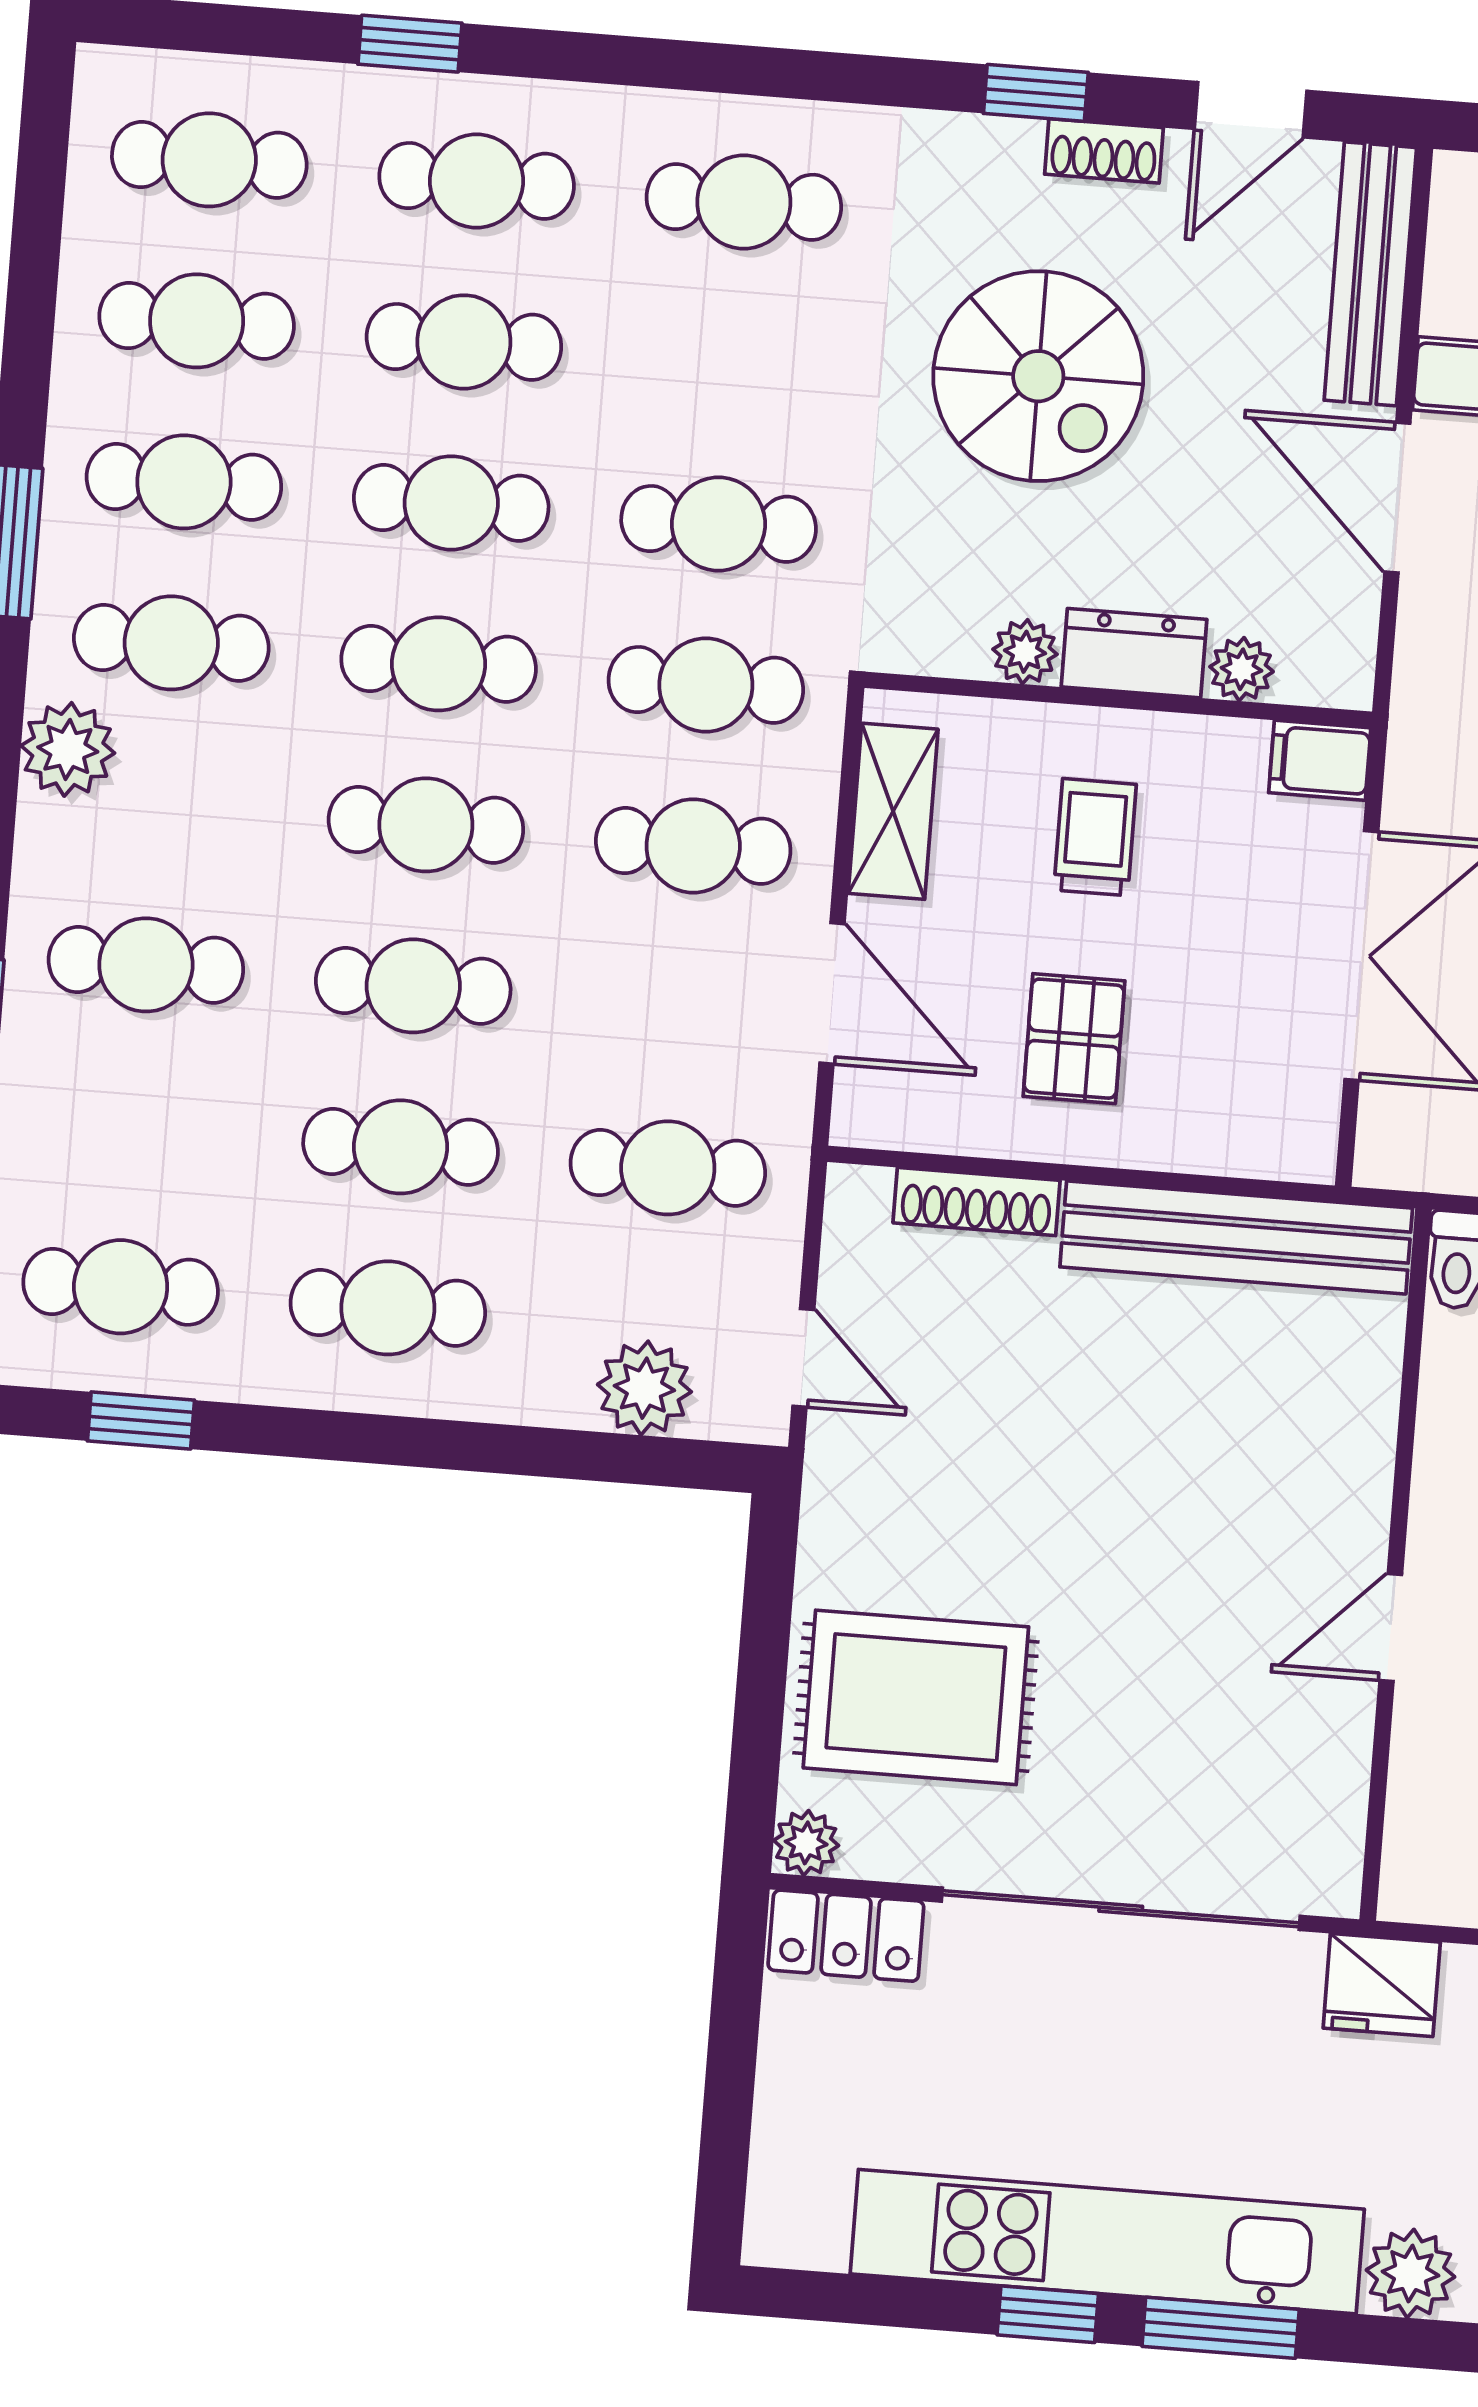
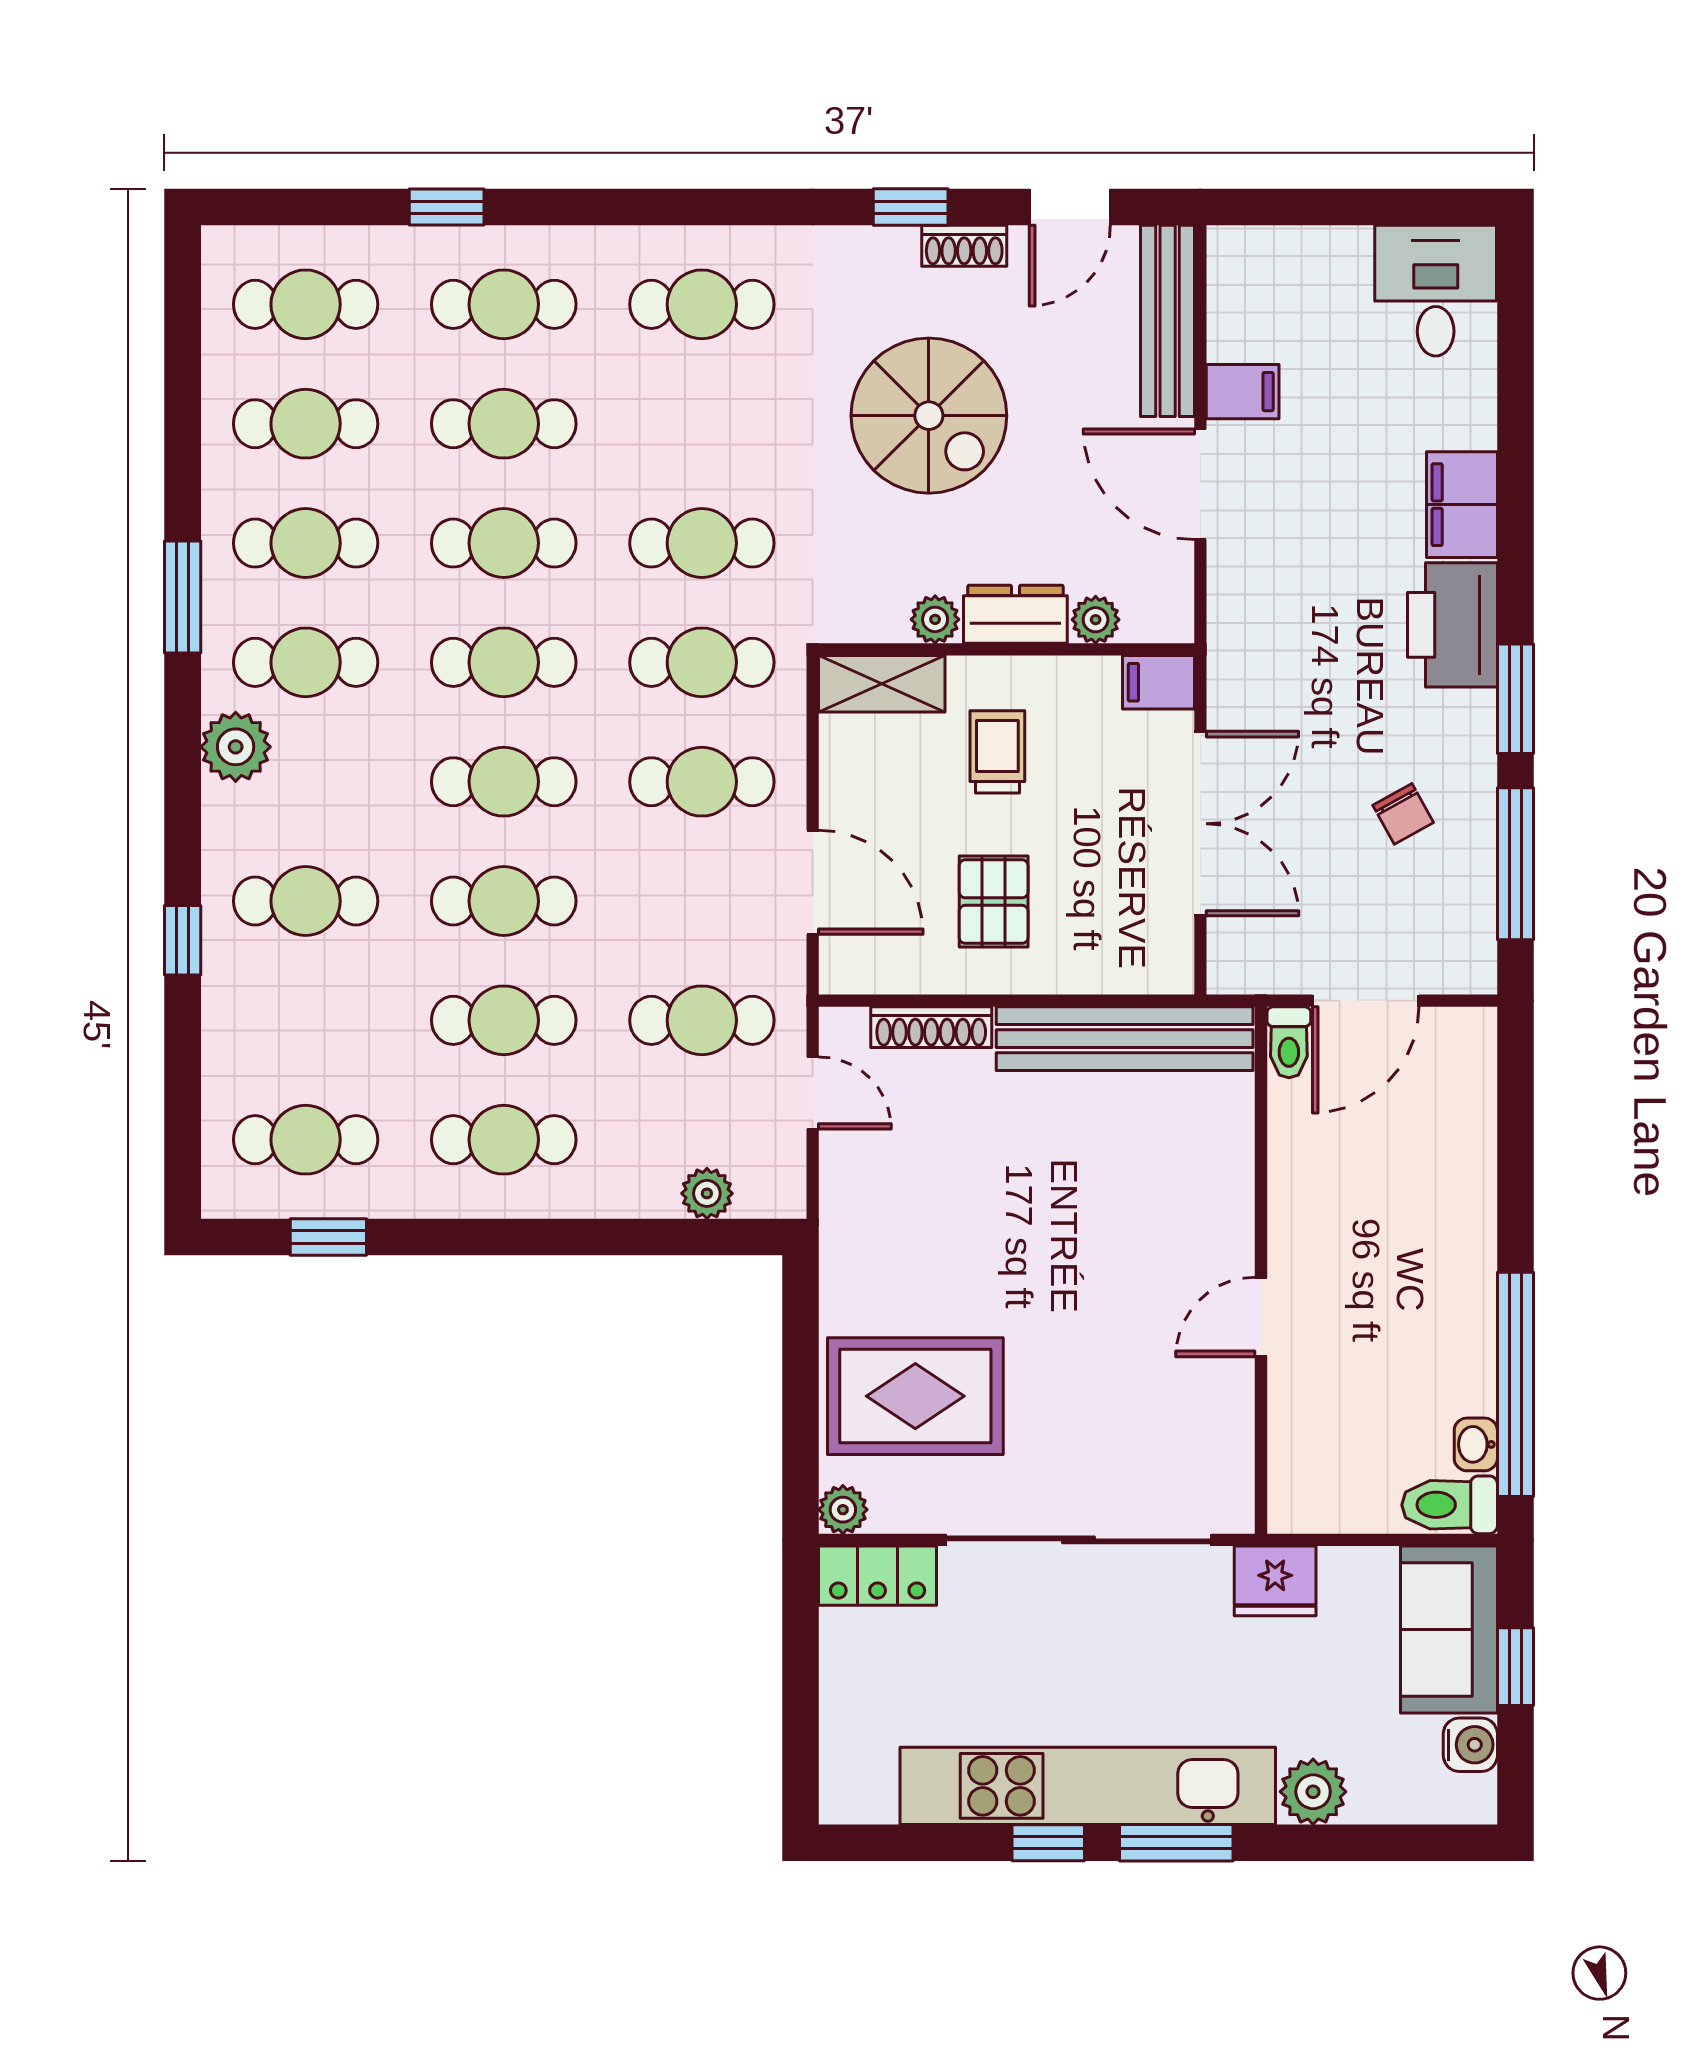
shelving: (893, 811) -> (882, 684), moved, turned 90
door: (803, 1358) -> (813, 1093), moved
plant: (644, 1388) -> (707, 1193), width x0.73, depth x0.73

